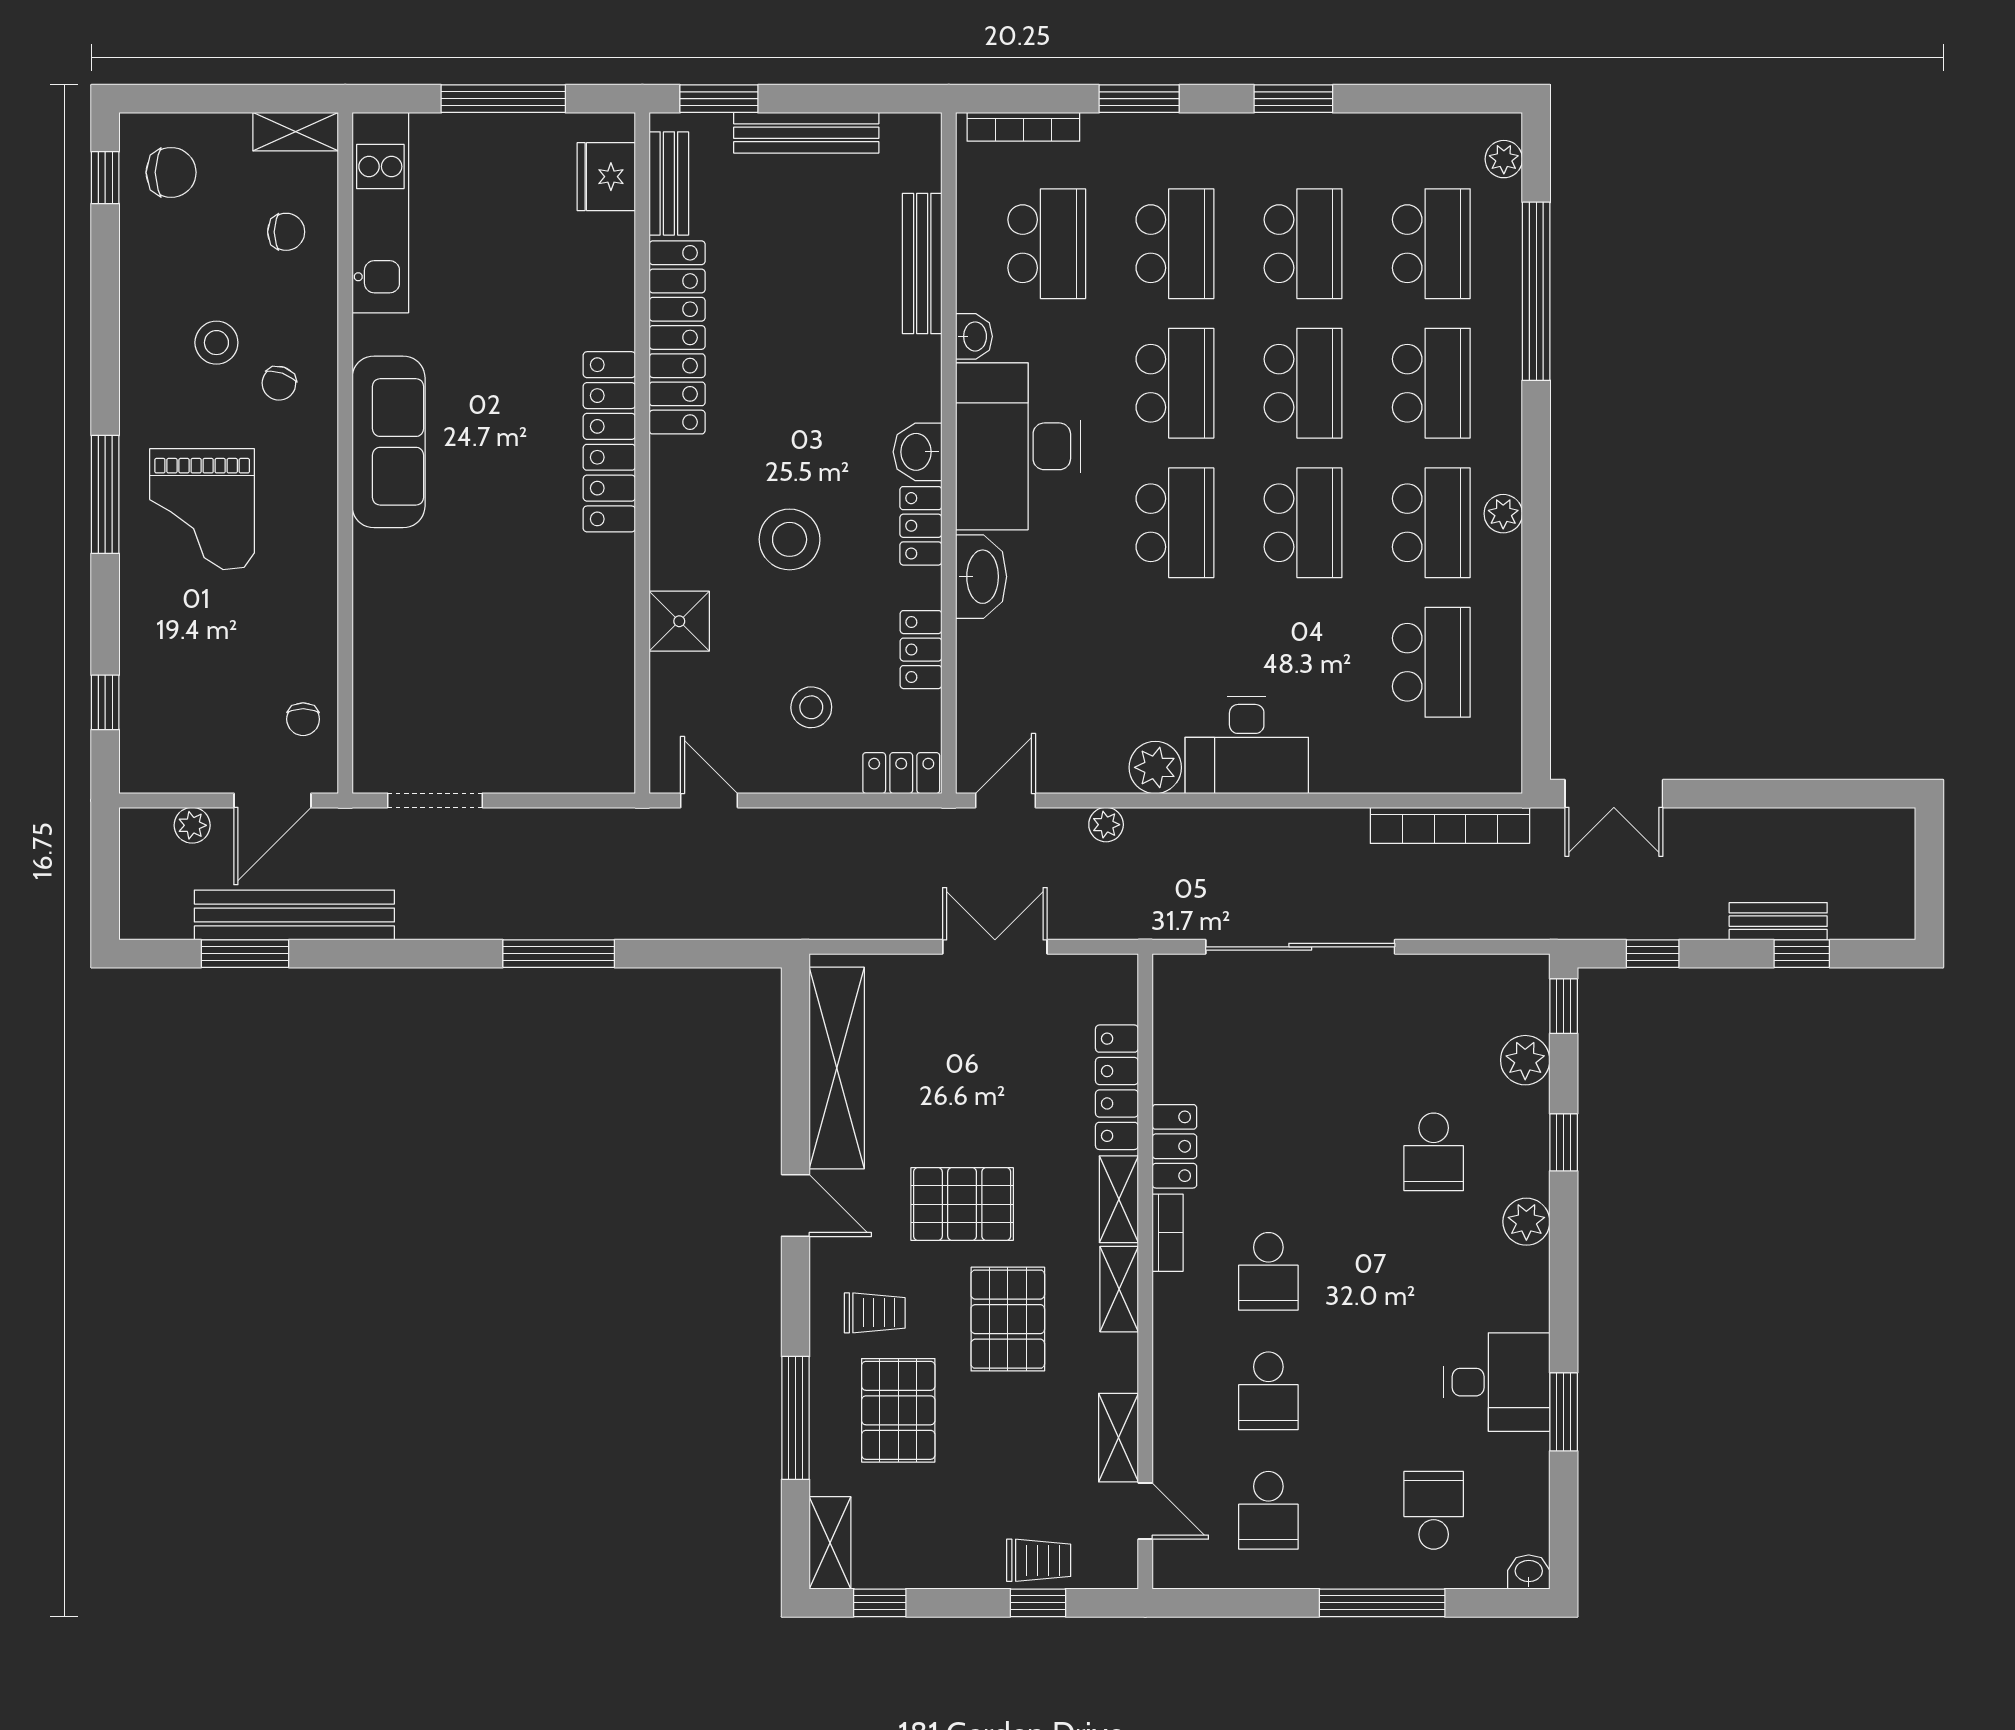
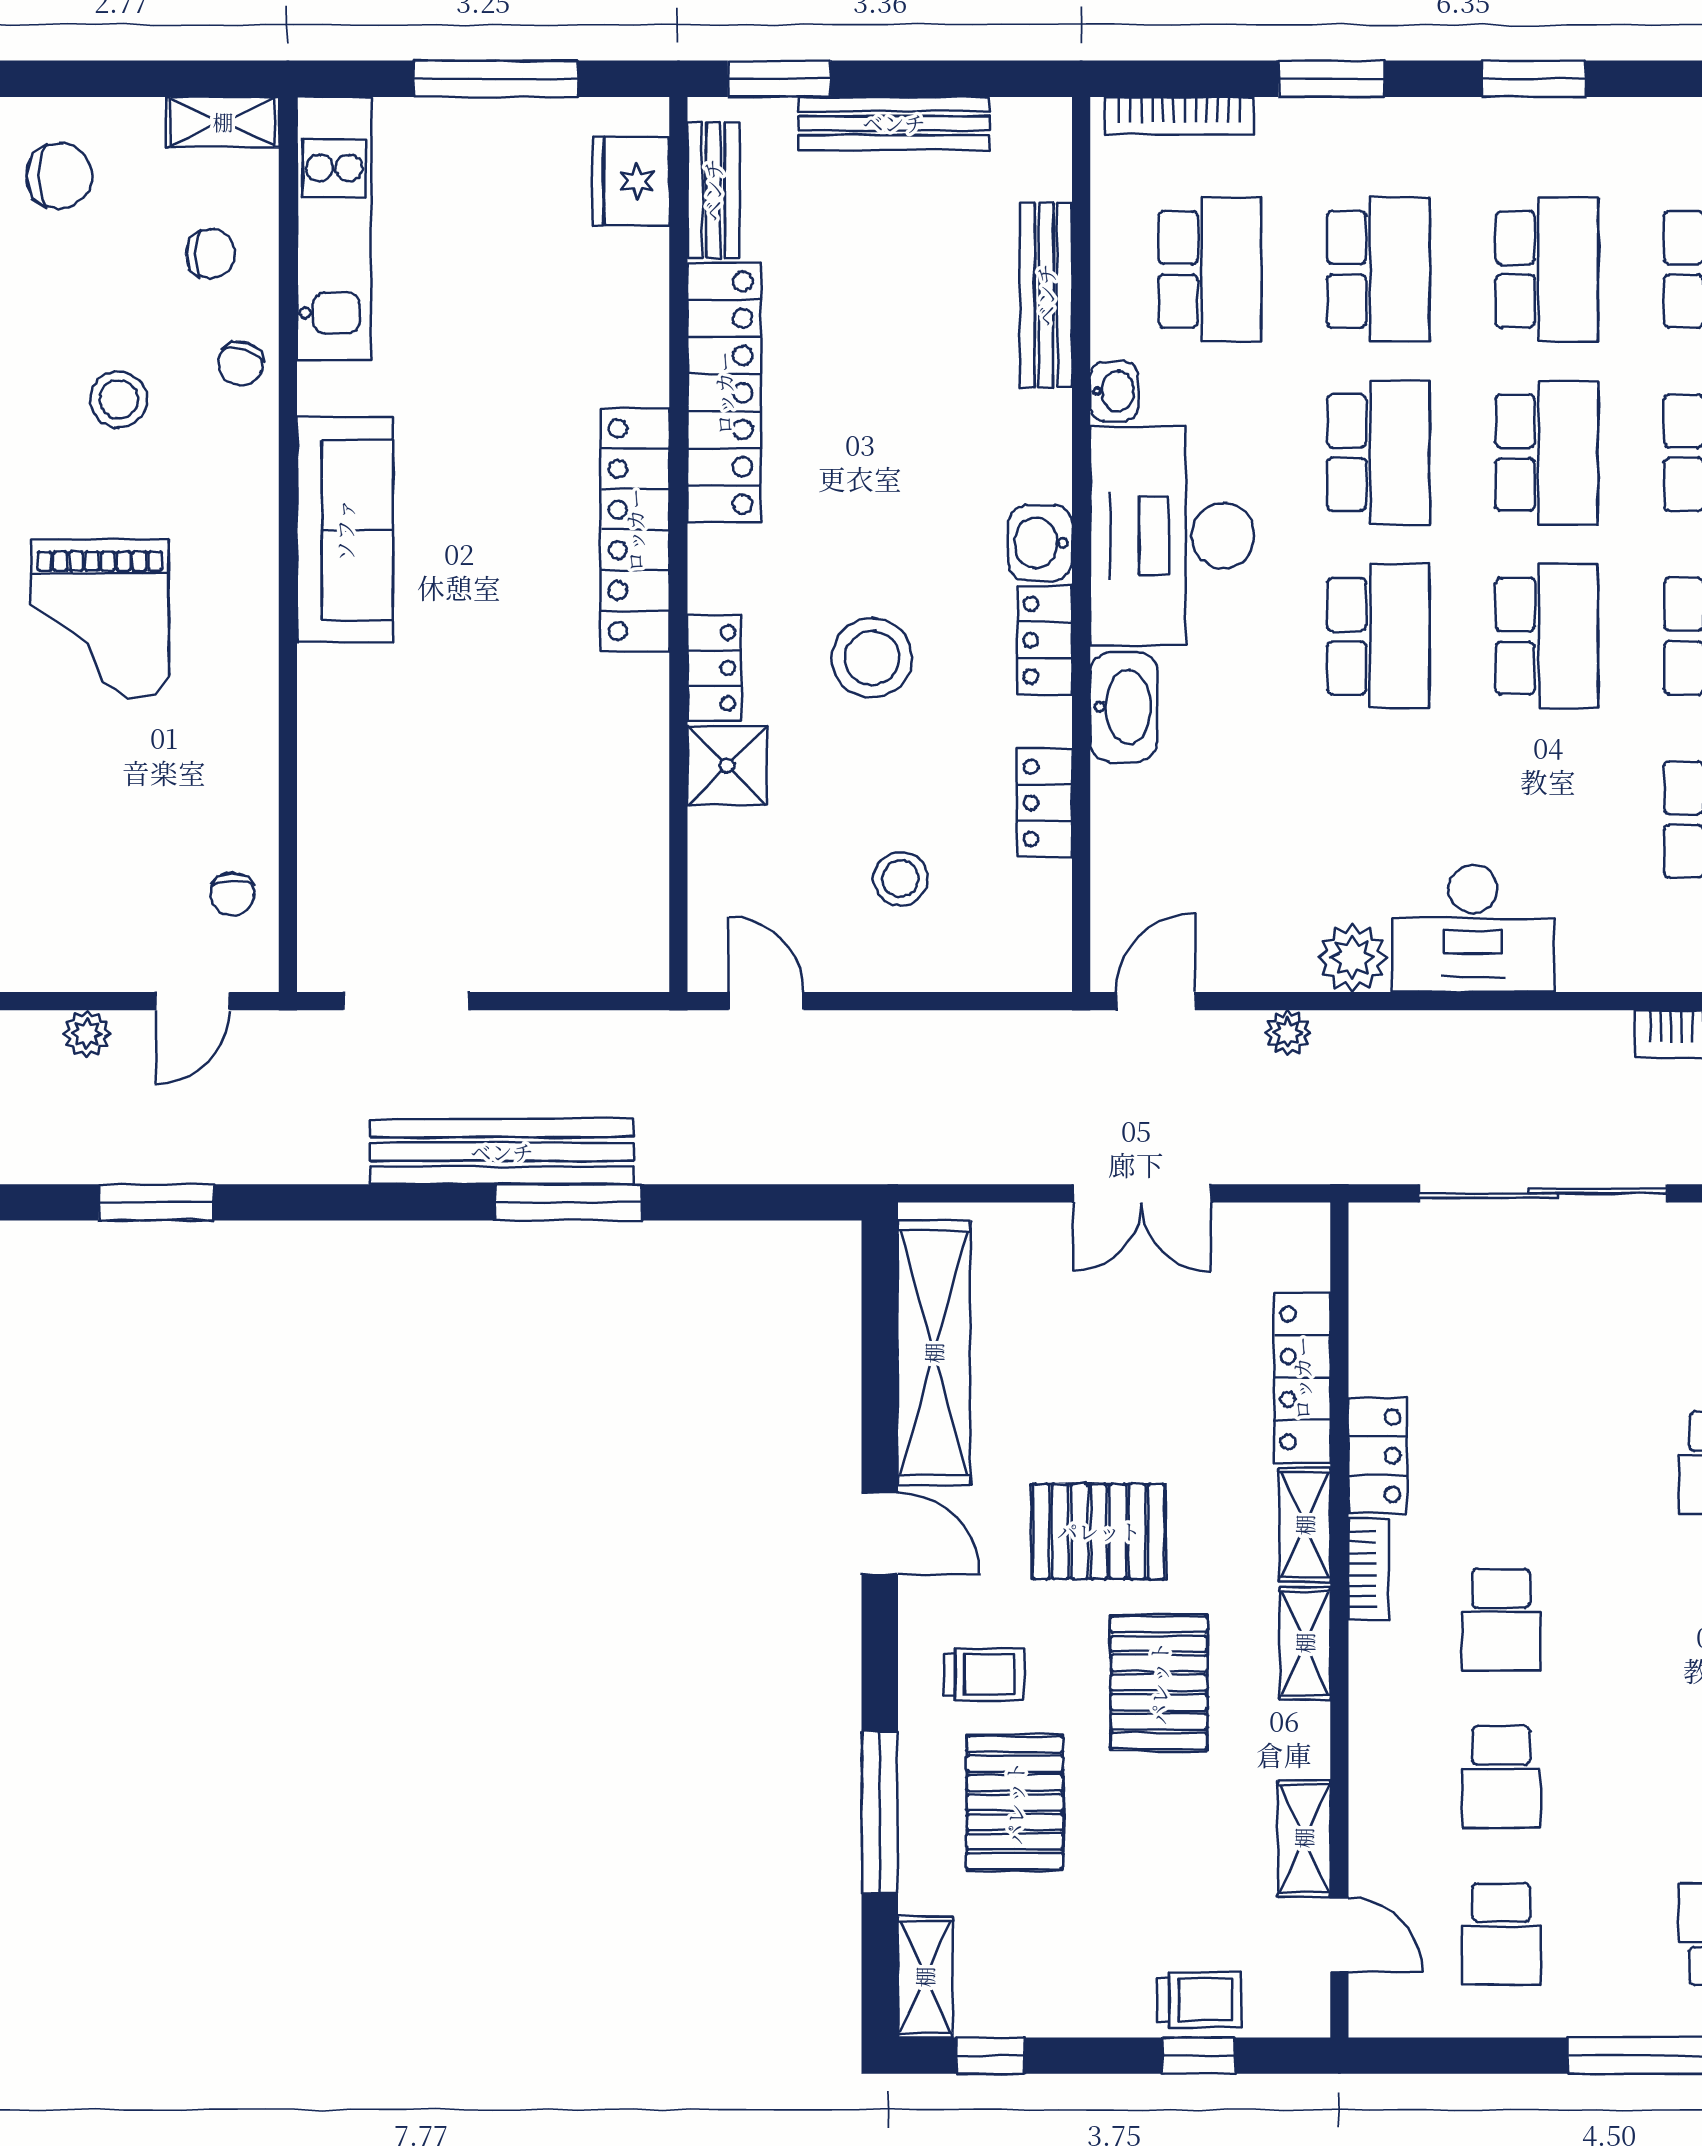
chair: (279, 383) -> (241, 364), moved
locker: (901, 773) -> (714, 668), moved, turned 90
door: (273, 800) -> (192, 1001), width x0.73
bench: (294, 915) -> (502, 1152), moved
double door: (995, 947) -> (1142, 1193), swing flipped

